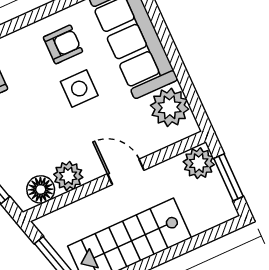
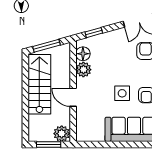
plant: (170, 107) -> (94, 132), removed
door: (126, 172) -> (73, 97), swing flipped

